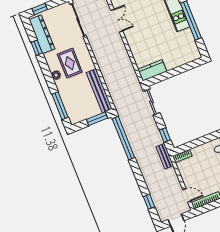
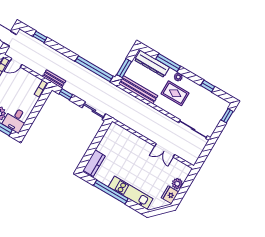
dresser: (42, 34) -> (152, 64), moved
kitchen counter: (152, 70) -> (94, 163), moved
window: (60, 106) -> (168, 63), moved

